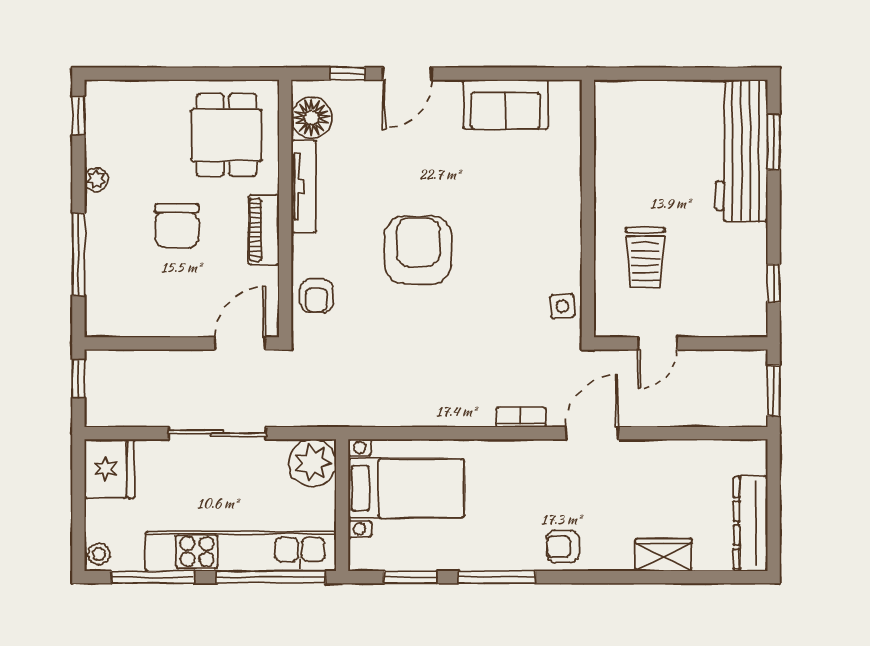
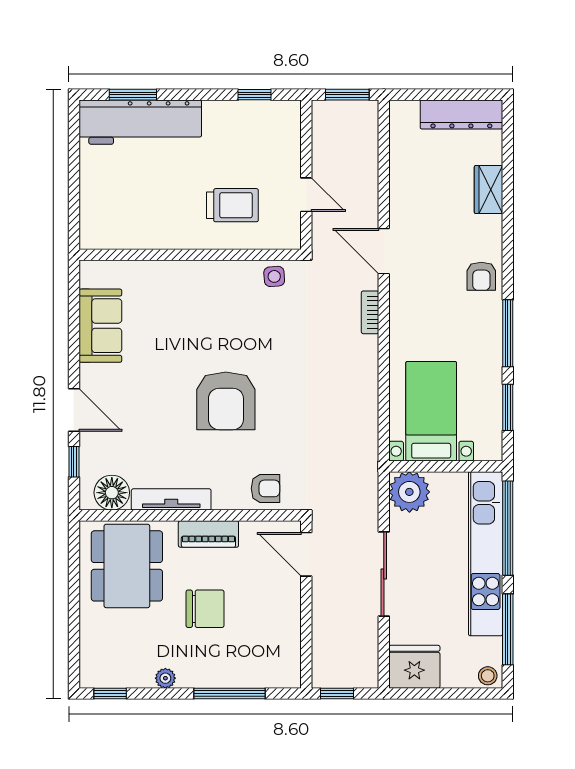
dining table: (227, 135) -> (127, 566), width x1.38
armchair: (418, 250) -> (226, 401), turned -90

